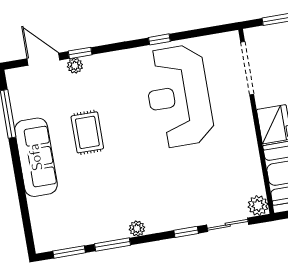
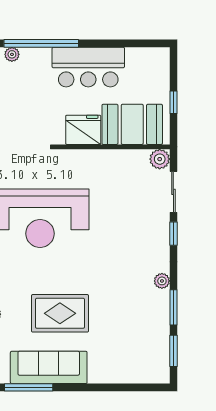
rug: (87, 132) -> (60, 313), width x1.36, depth x1.43
sofa: (36, 157) -> (49, 367), moved

